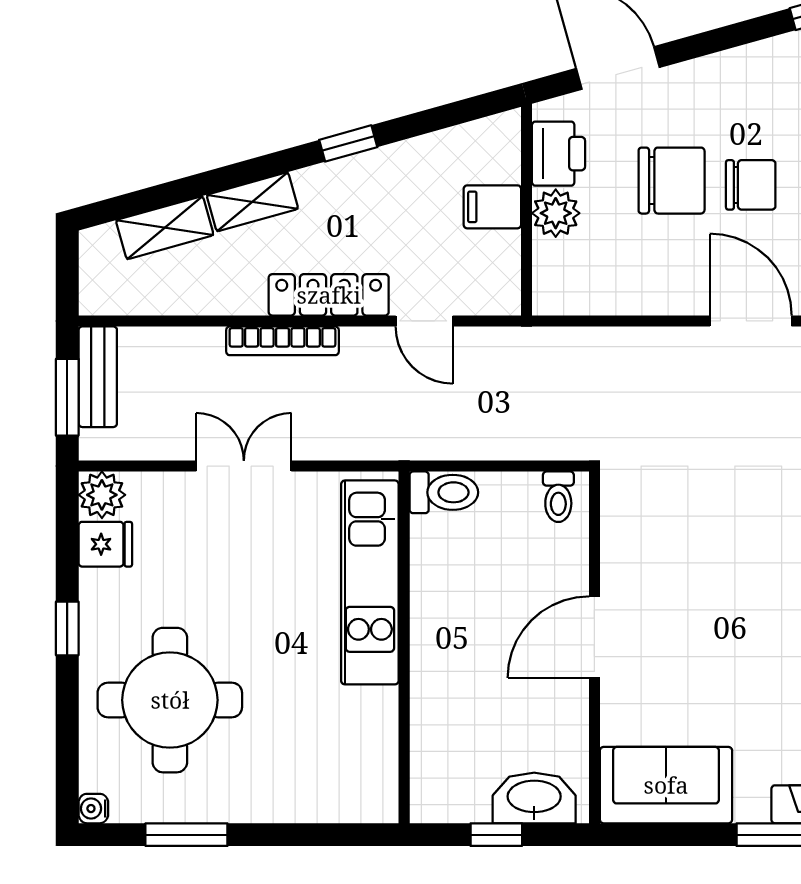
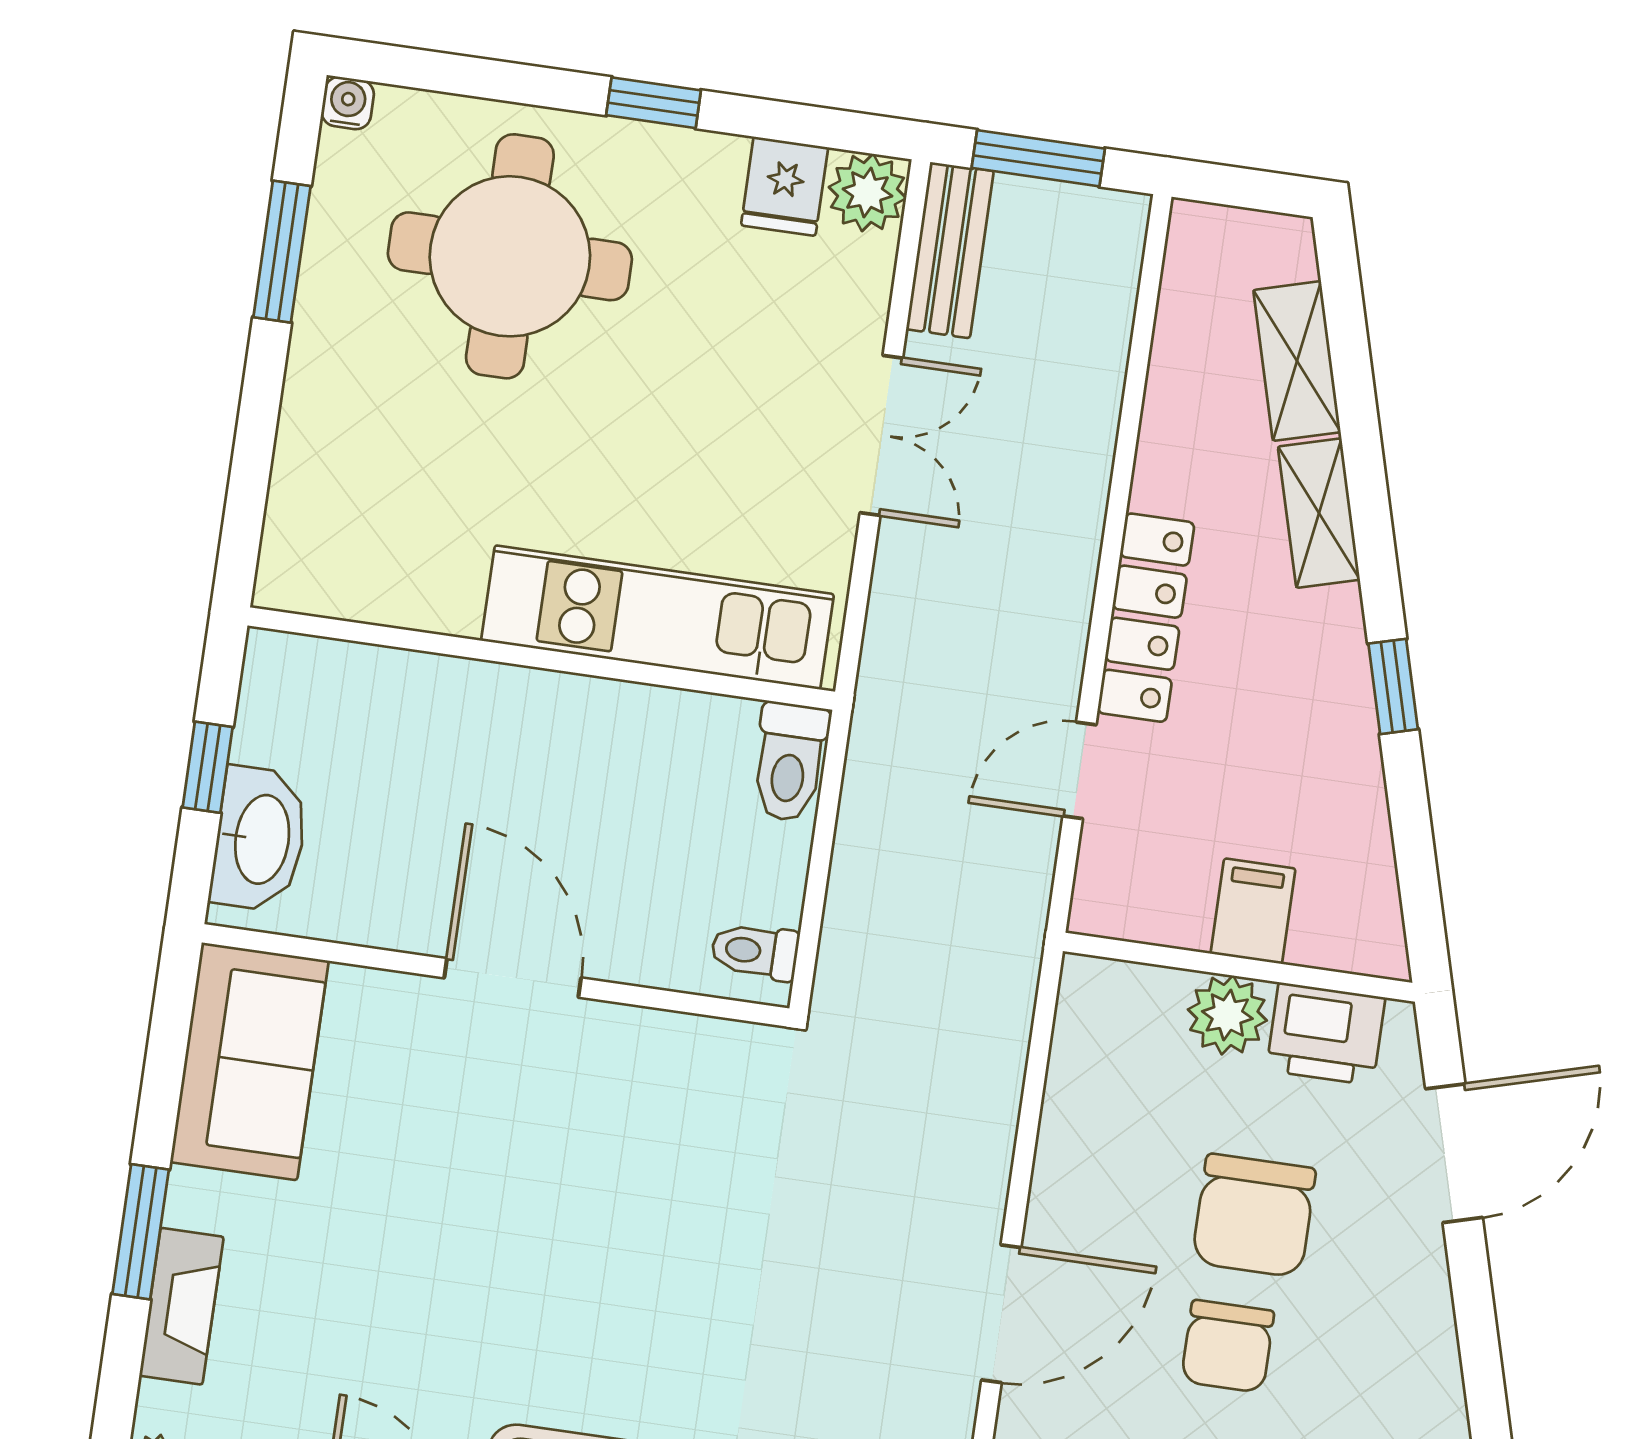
bookcase: (282, 341) -> (1080, 530), removed
bench: (98, 377) -> (950, 250), moved, turned 90

